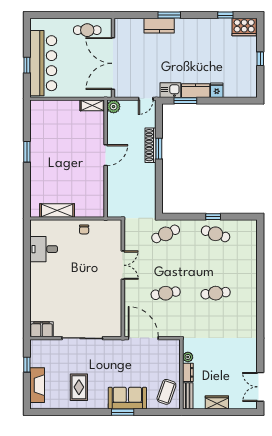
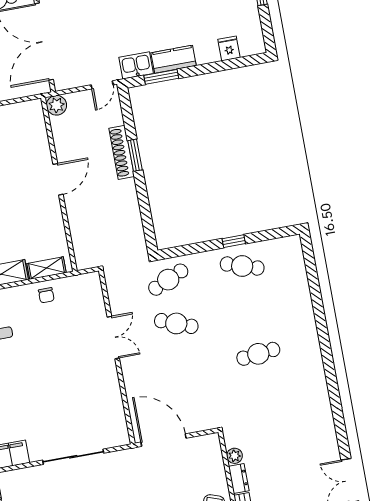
fridge: (217, 90) -> (229, 48), moved
shelving: (92, 105) -> (46, 268), moved
cafe table: (166, 293) -> (176, 323), moved, turned 30

